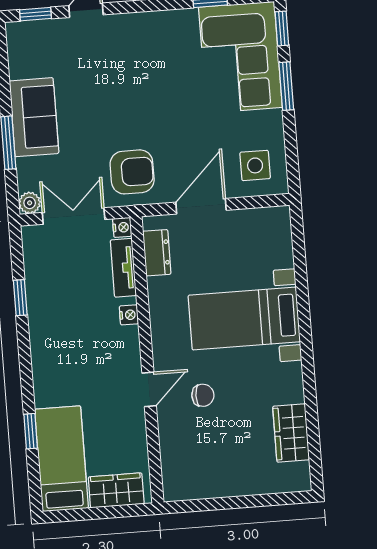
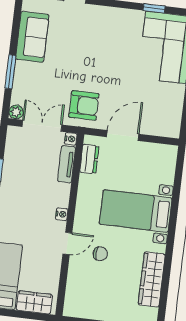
sofa: (34, 117) -> (32, 37), moved
side table: (255, 165) -> (162, 117), removed
nightstand: (129, 315) -> (62, 214), moved
wardrobe: (291, 433) -> (152, 279), width x1.50

